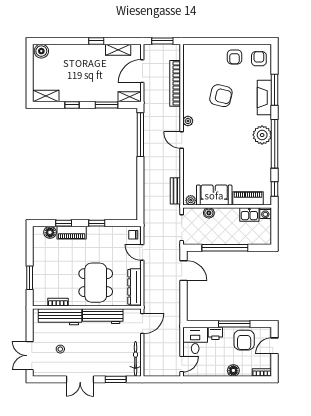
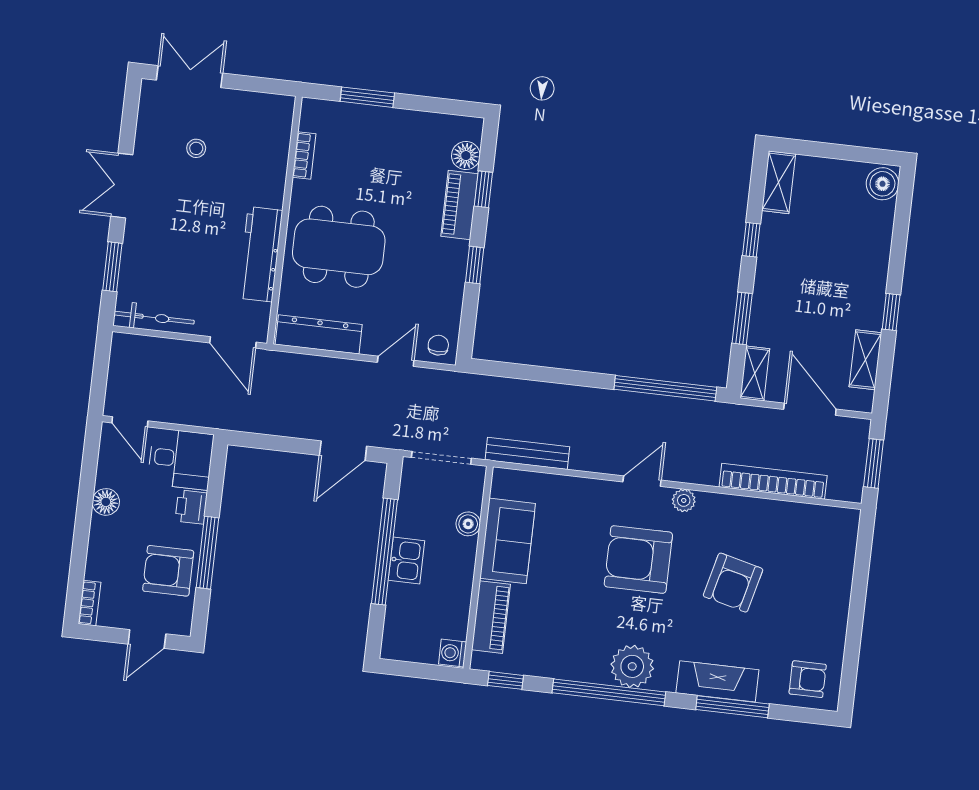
armchair: (234, 57) -> (638, 559), moved, width x1.88, depth x1.88
bench: (175, 191) -> (527, 453), width x1.36
plant: (191, 200) -> (502, 486), removed
kitchen sink: (249, 215) -> (406, 561), moved, turned 180
workbench: (60, 317) -> (270, 156), removed
door: (275, 346) -> (147, 639), swing flipped
floor lamp: (233, 370) -> (106, 502), moved

